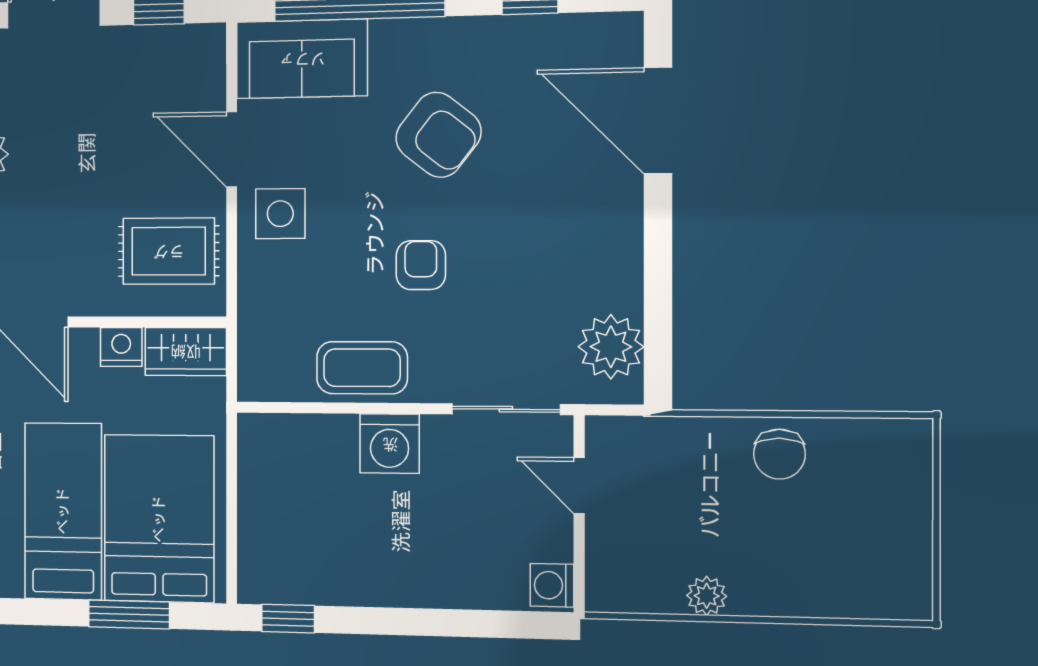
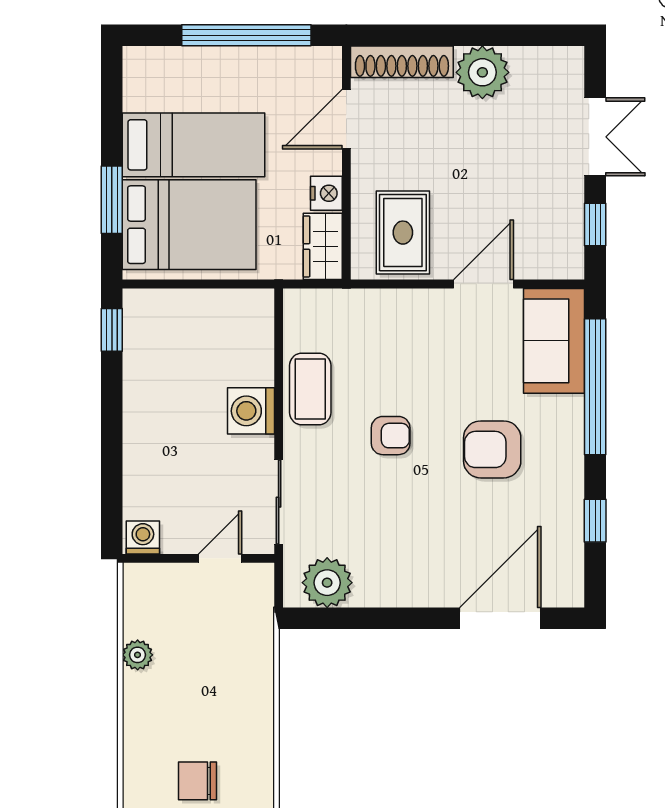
armchair: (438, 135) -> (492, 449), turned 52
side table: (280, 214) -> (432, 324), removed
chair: (779, 454) -> (198, 781), moved

